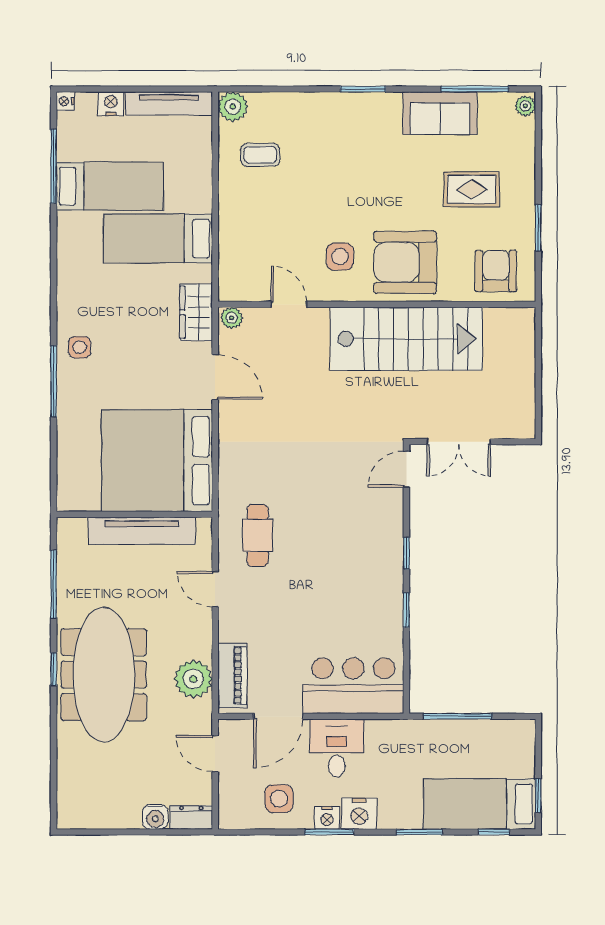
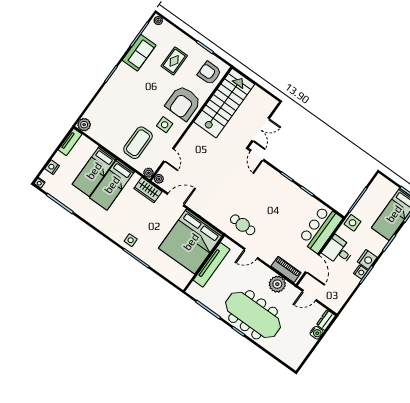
tv unit: (169, 103) -> (70, 142), width x0.71
coffee table: (260, 155) -> (138, 143), moved, width x1.86, depth x1.72
bed: (110, 186) -> (94, 171), moved, turned 180
plant: (229, 291) -> (148, 173), added
door: (289, 304) -> (169, 155), swing flipped
stairs: (406, 339) -> (224, 103), moved
side table: (279, 799) -> (353, 223), moved

